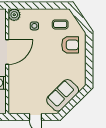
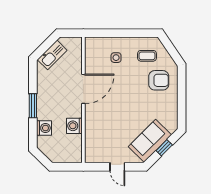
plant: (14, 15) -> (92, 44), removed
window: (75, 101) -> (164, 148), added

